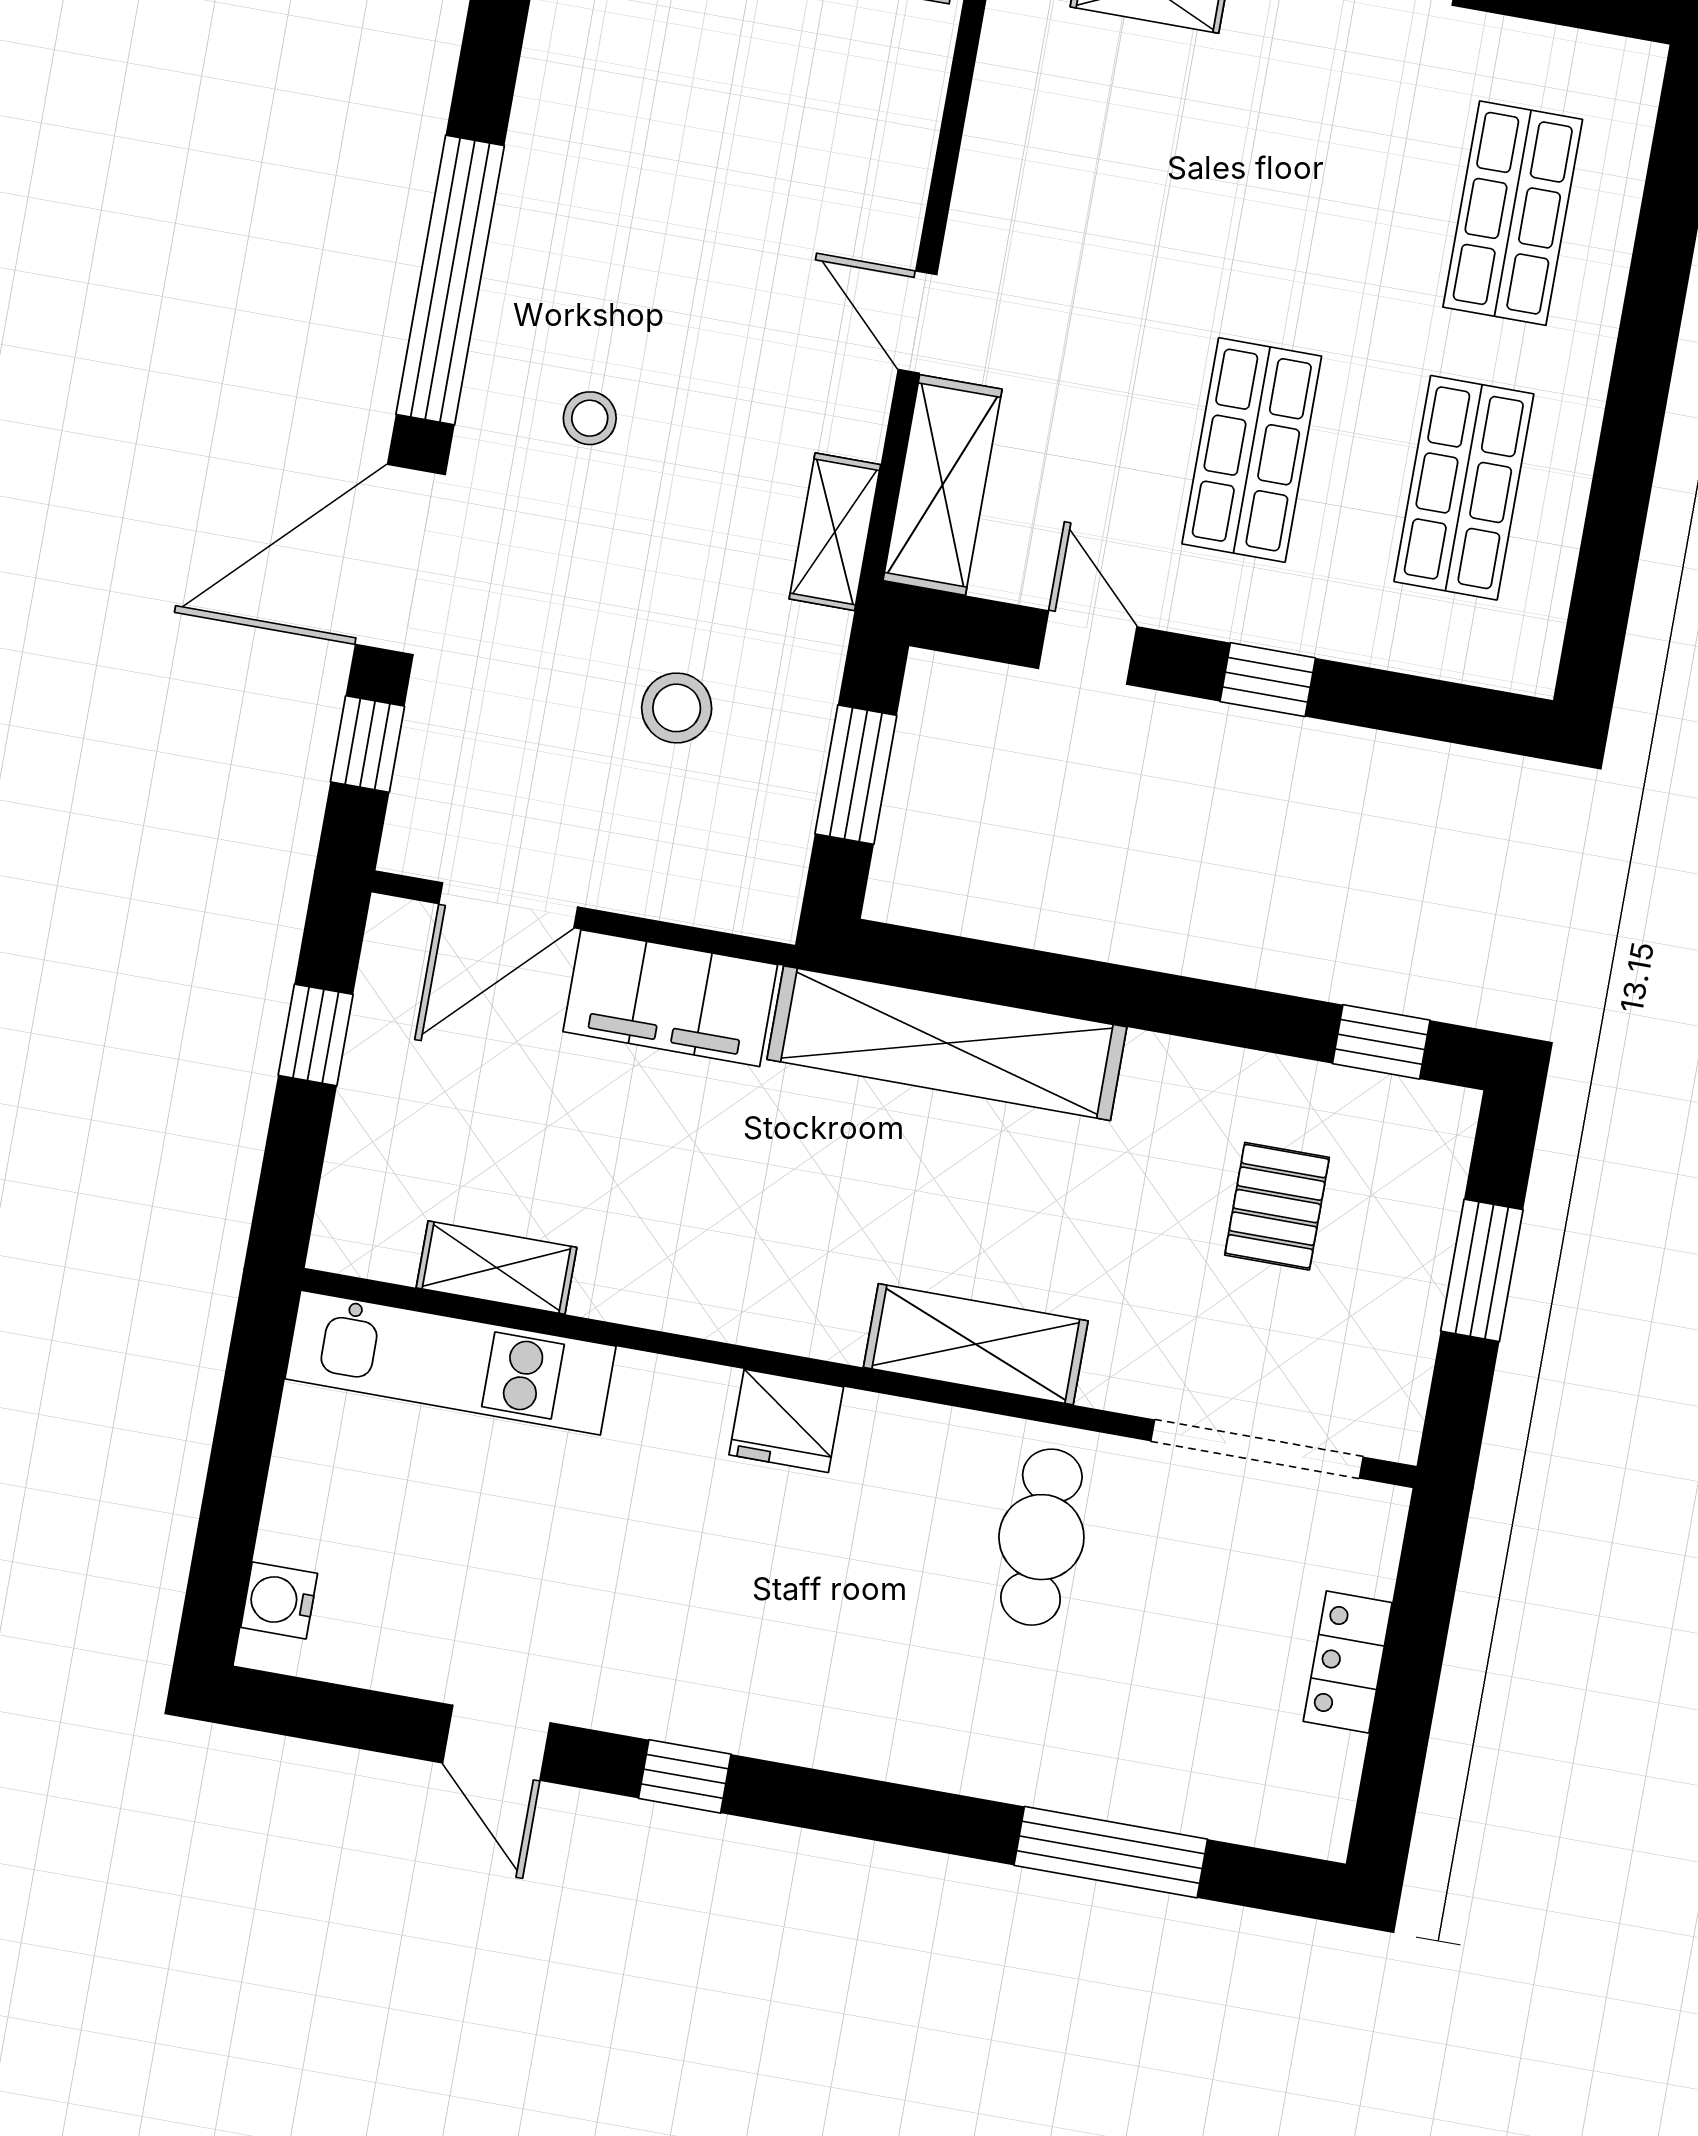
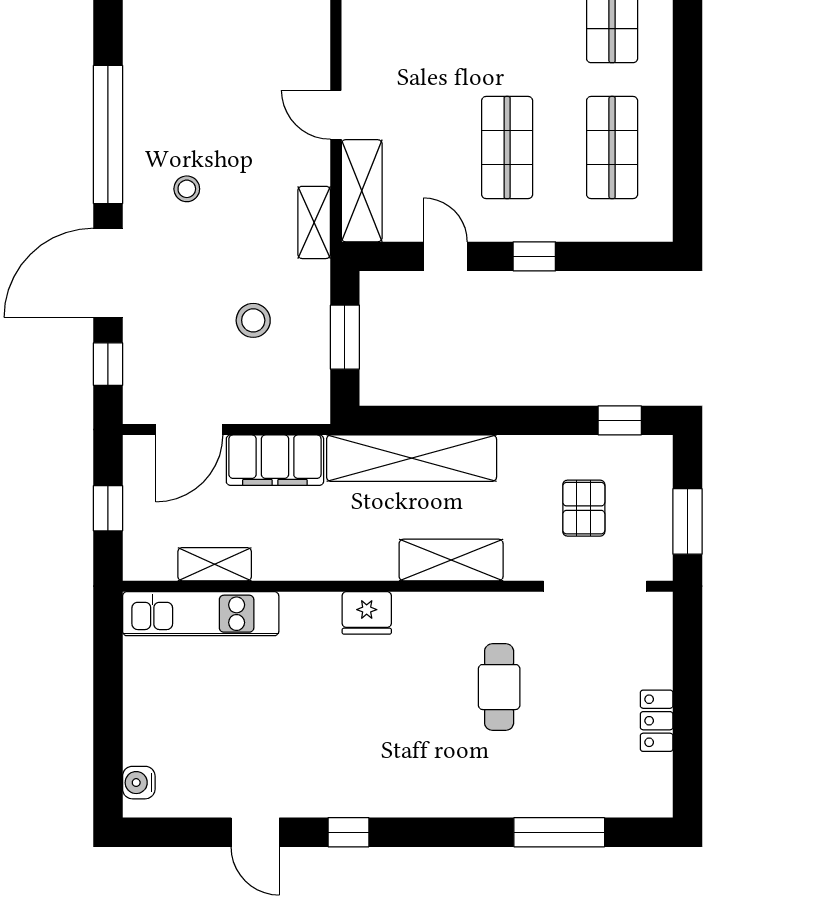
shelving: (497, 1268) -> (215, 564), moved
shelving: (976, 1344) -> (451, 560), moved
kitchen unit: (450, 1363) -> (201, 614), moved
wall: (859, 1378) -> (398, 586), moved
fridge: (786, 1421) -> (367, 613), moved
doorway: (1257, 1449) -> (595, 586), moved

